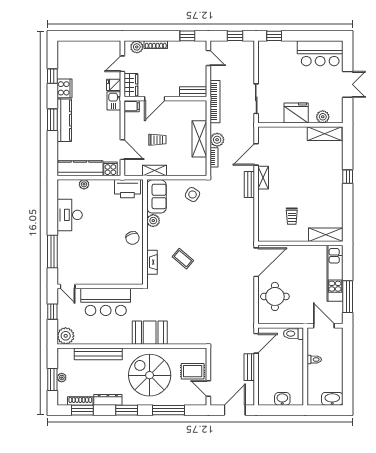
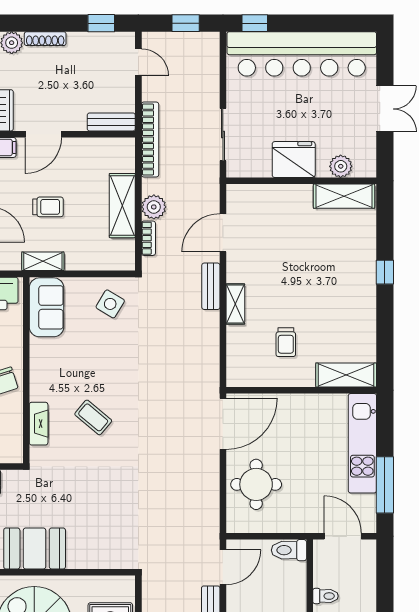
bar counter: (320, 53) -> (302, 54), width x1.86
shelving: (263, 178) -> (235, 304), moved
plant: (153, 221) -> (41, 350), removed

